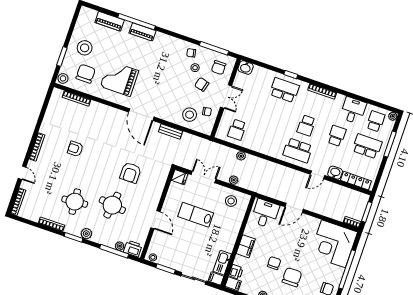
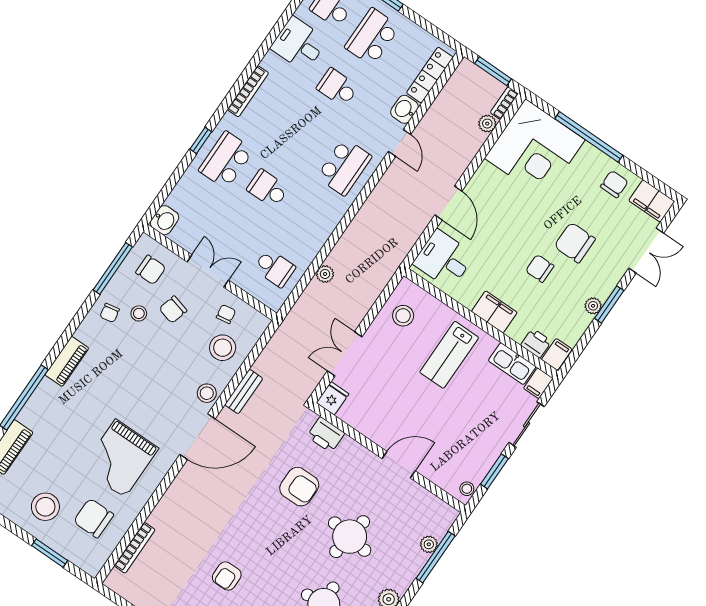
piano: (142, 32) -> (67, 361), moved
stool: (63, 78) -> (207, 393), moved
school desk: (306, 125) -> (268, 189), moved, turned 180
plant: (234, 180) -> (487, 124), moved
lab bench: (196, 215) -> (449, 355), moved
printer: (133, 248) -> (326, 435), moved, turned -90

